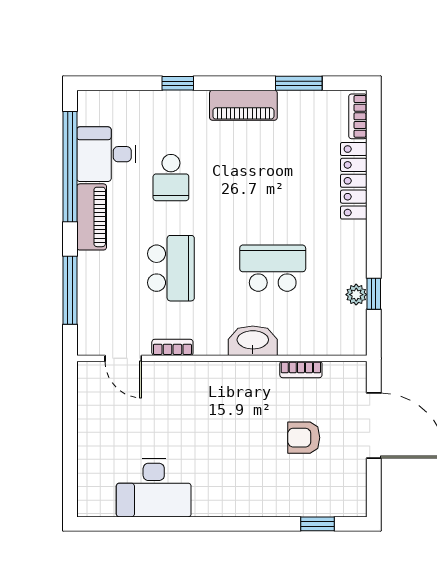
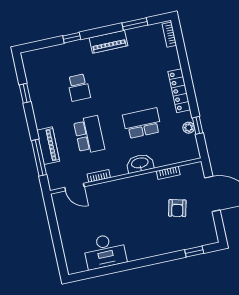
desk: (106, 154) -> (43, 83), removed
window: (70, 167) -> (25, 93), width x0.32
locker: (354, 181) -> (179, 91), moved
piano: (92, 217) -> (48, 146), moved
armchair: (304, 438) -> (177, 208), turned -76

